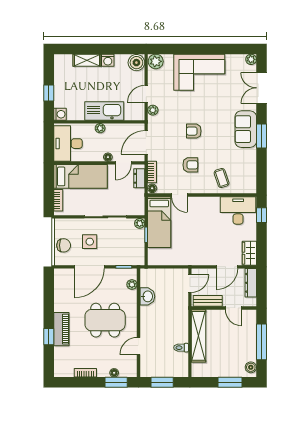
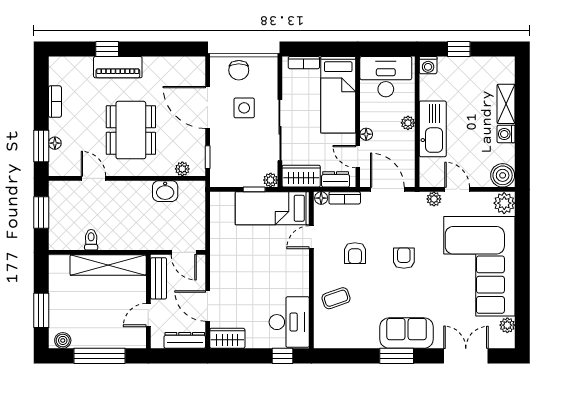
plant: (251, 59) -> (507, 325), moved
corner sofa: (199, 72) -> (479, 266), width x1.36, depth x1.36
wardrobe: (137, 202) -> (301, 176), added

